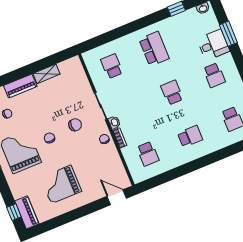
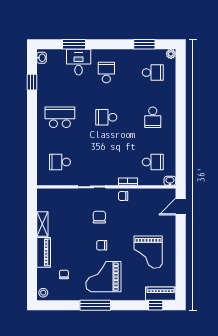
school desk: (214, 75) -> (106, 73), turned -90
washbasin: (114, 122) -> (170, 181), moved
school desk: (190, 136) -> (153, 117), turned 180

